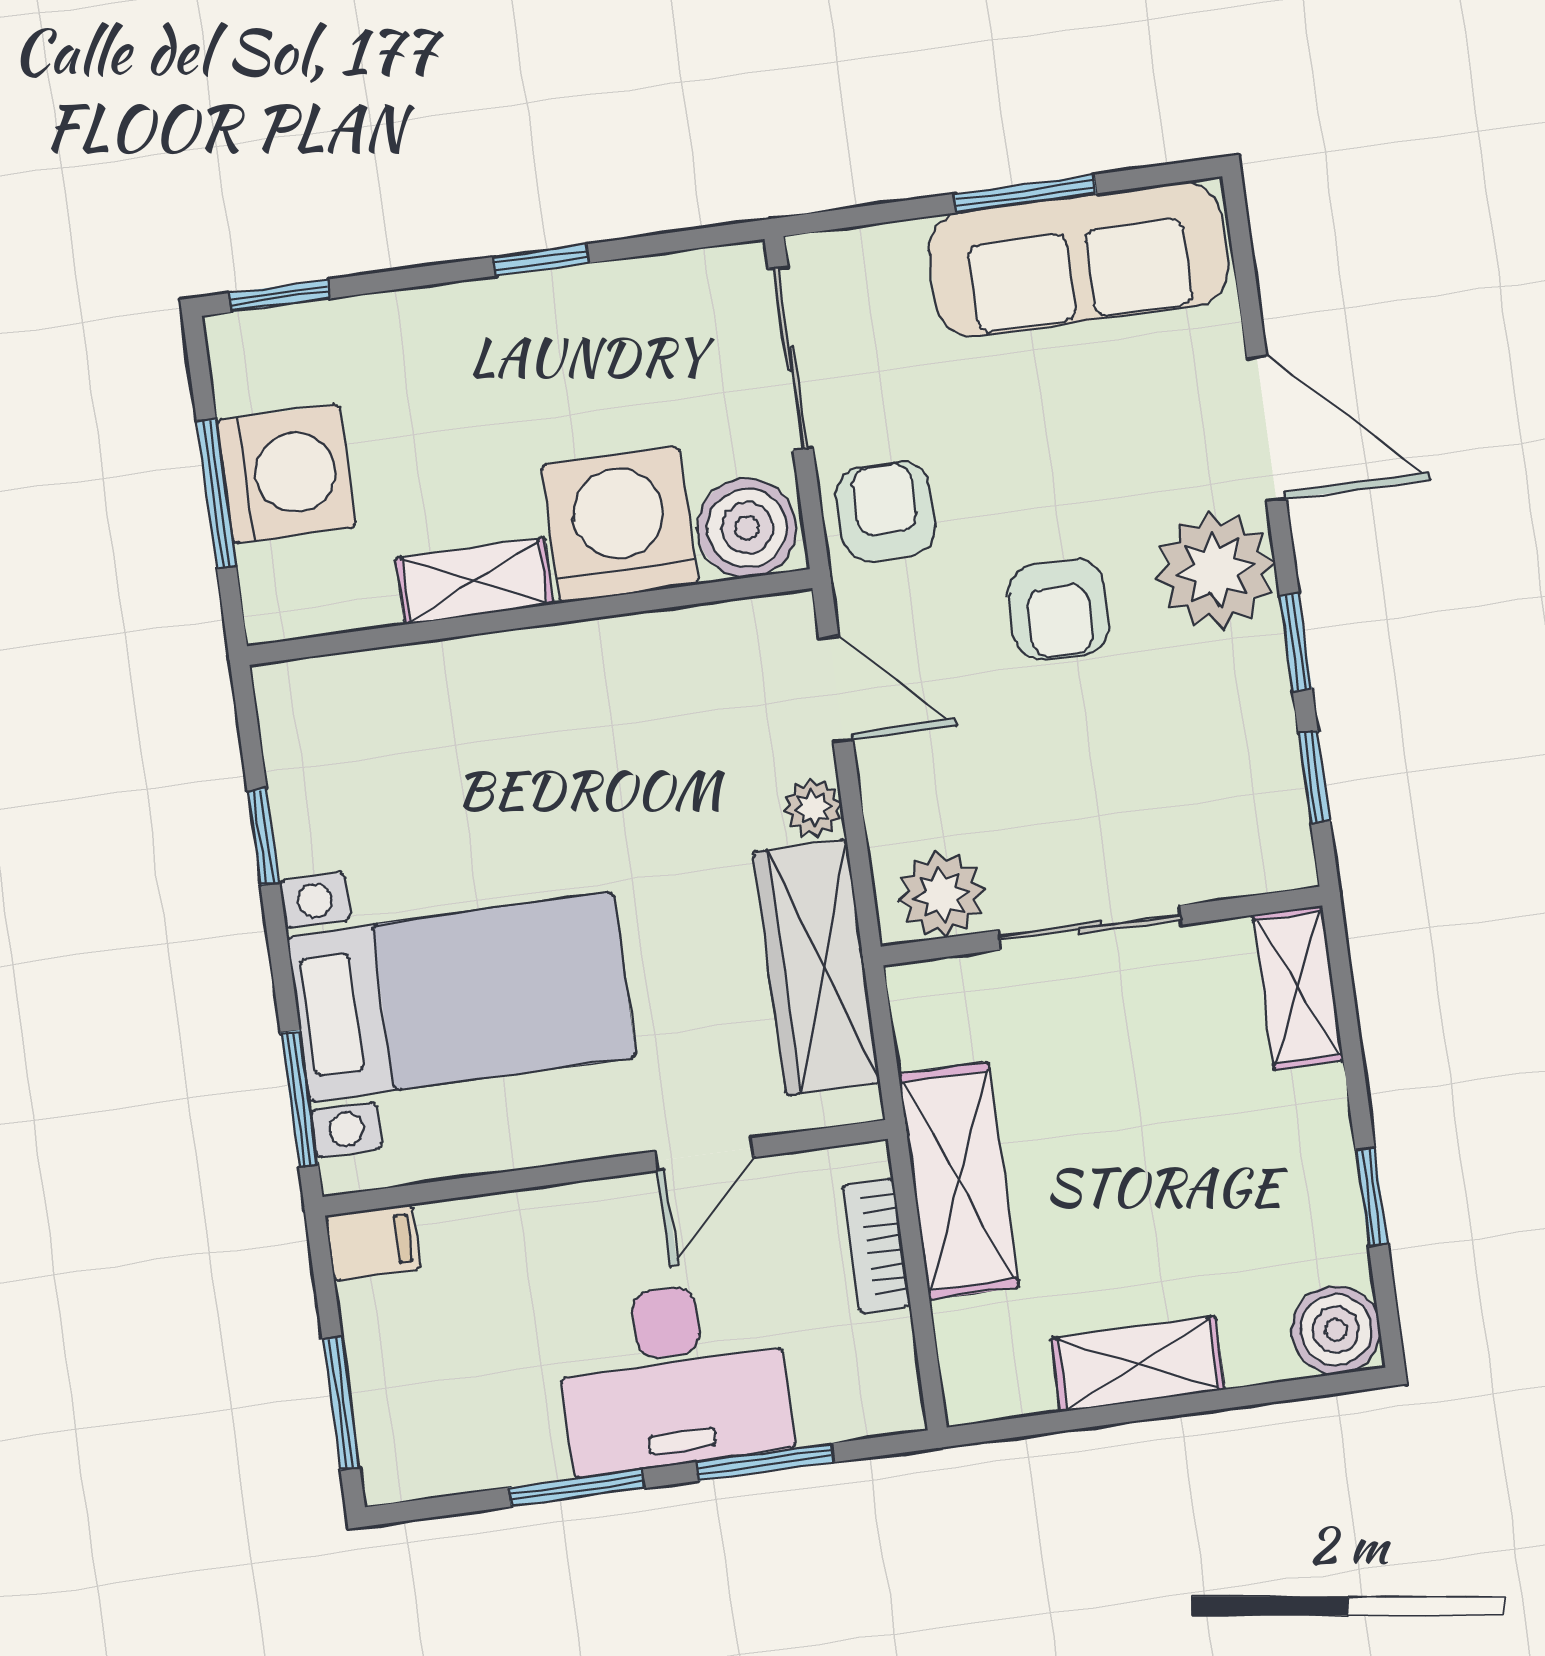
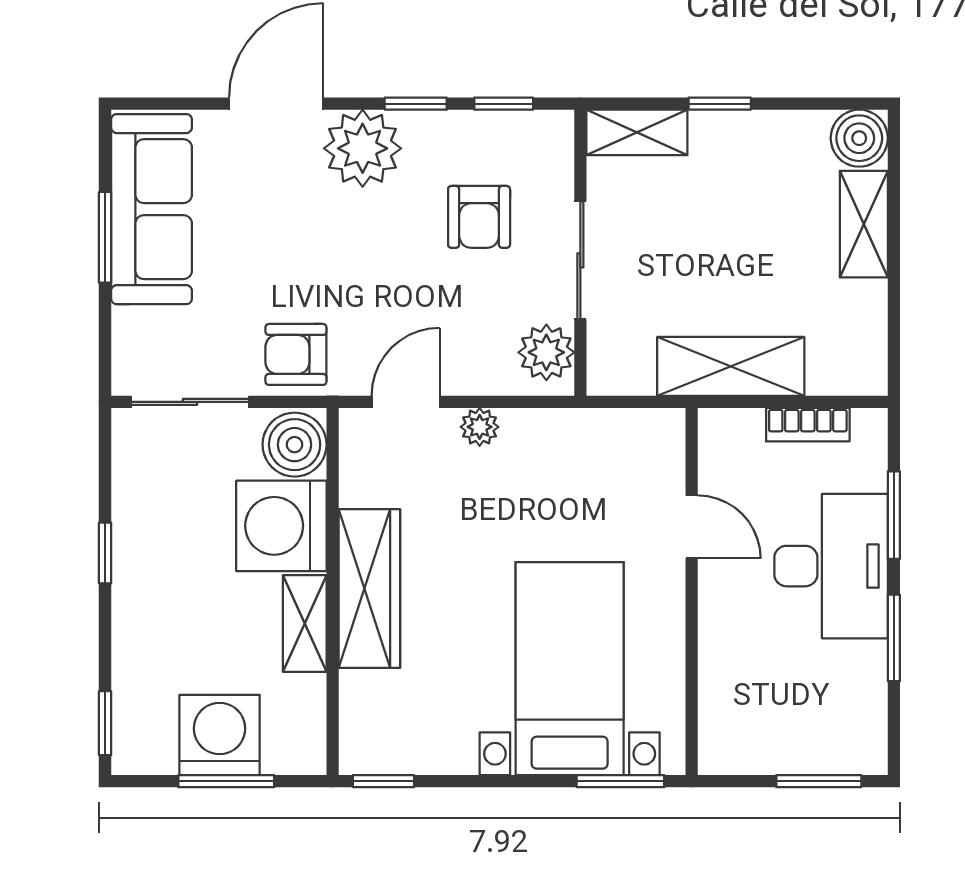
armchair: (1059, 609) -> (479, 217), moved, turned 90
window: (263, 837) -> (384, 781), moved
wardrobe: (817, 968) -> (369, 589), moved, turned -90
window: (1372, 1197) -> (720, 104), moved
filing cabinet: (373, 1243) -> (719, 747), removed
bookcase: (877, 1246) -> (808, 425), moved
shelving: (1138, 1364) -> (864, 224), moved

